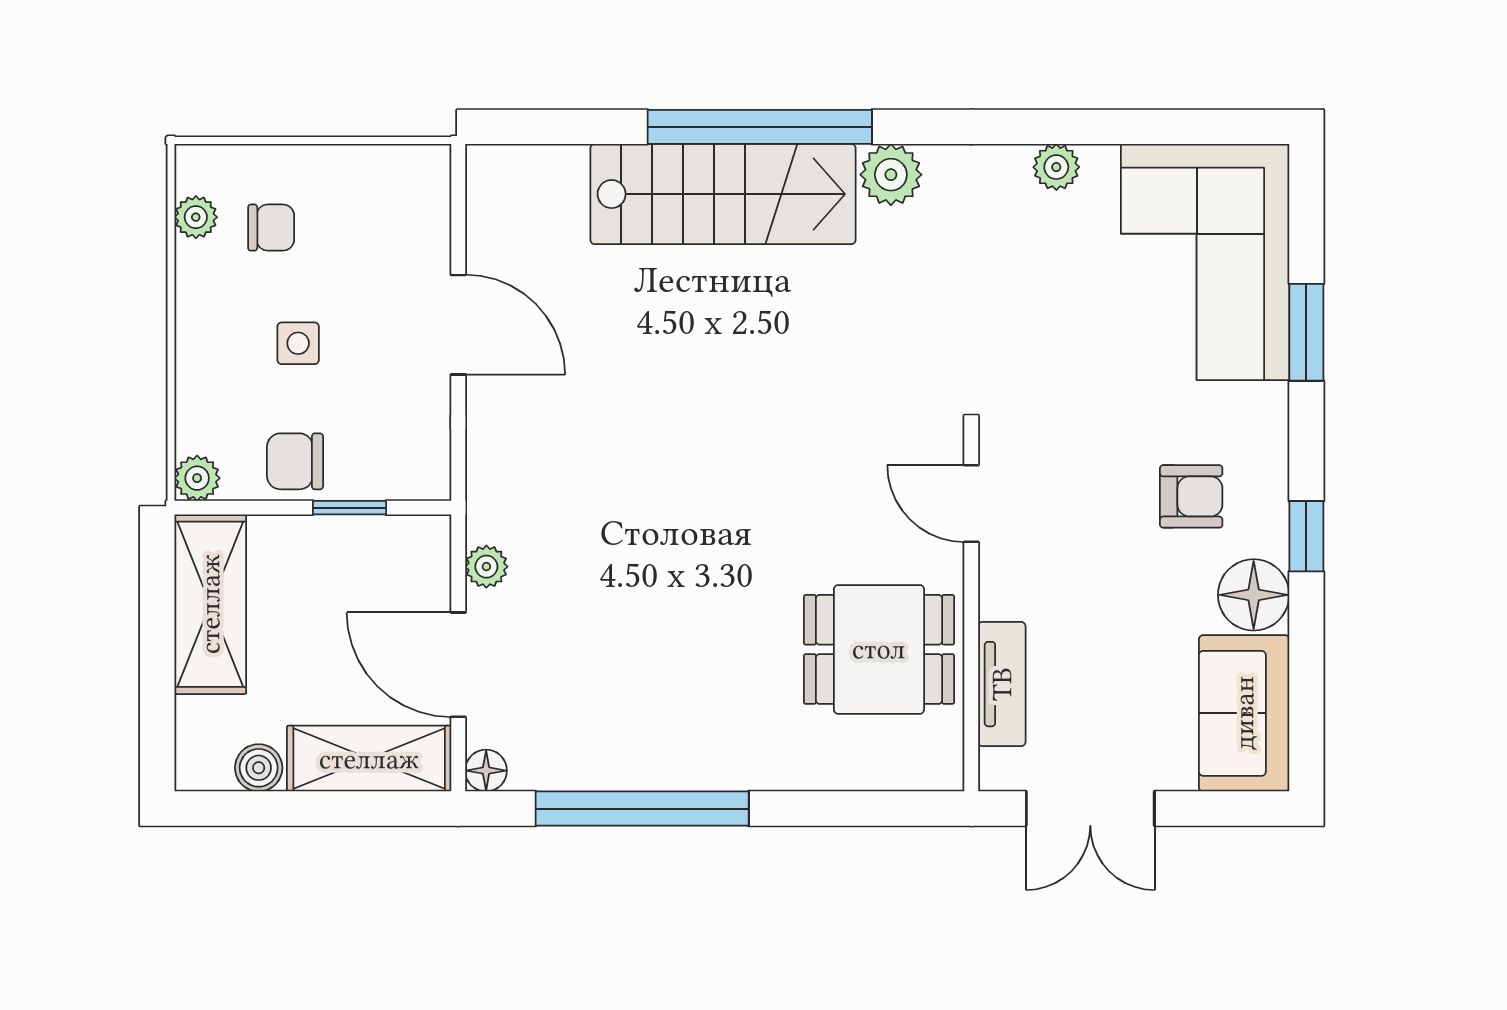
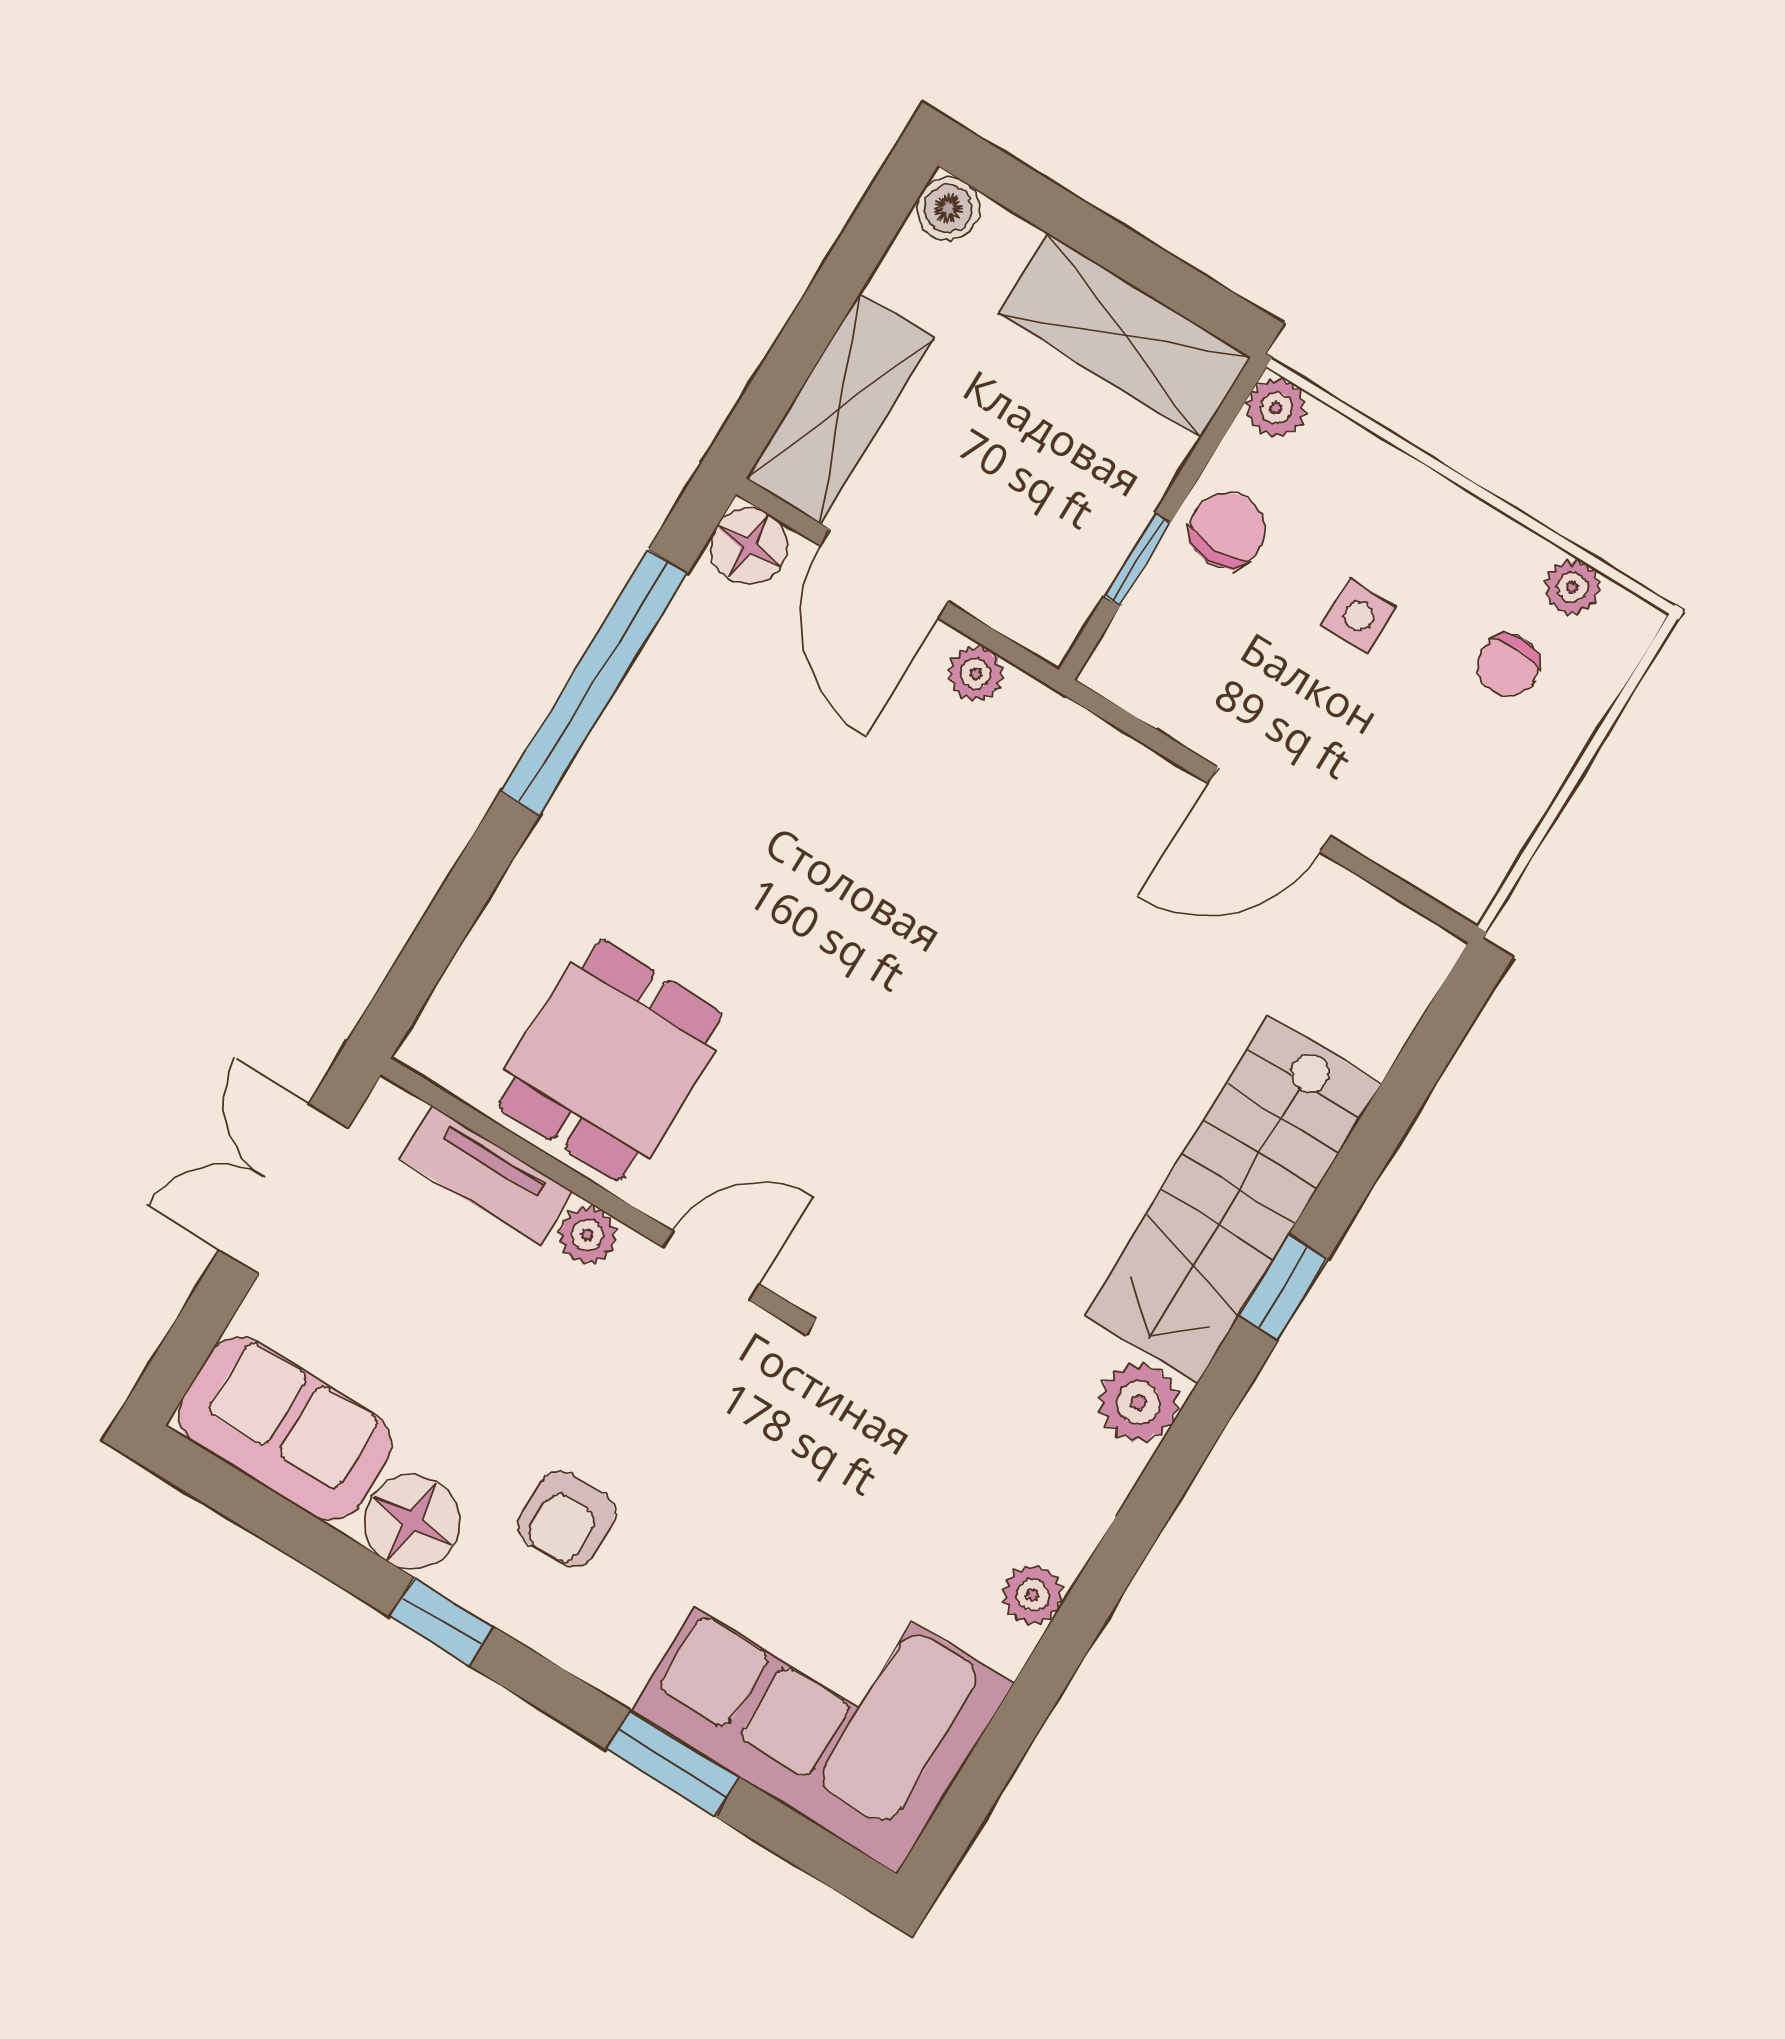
window: (760, 127) -> (1283, 1288), width x0.32
plant: (1000, 595) -> (587, 1235), added
door: (458, 665) -> (884, 574), swing flipped
boiler: (259, 768) -> (948, 208), moved
floor lamp: (486, 771) -> (749, 546), width x1.37, depth x1.37

